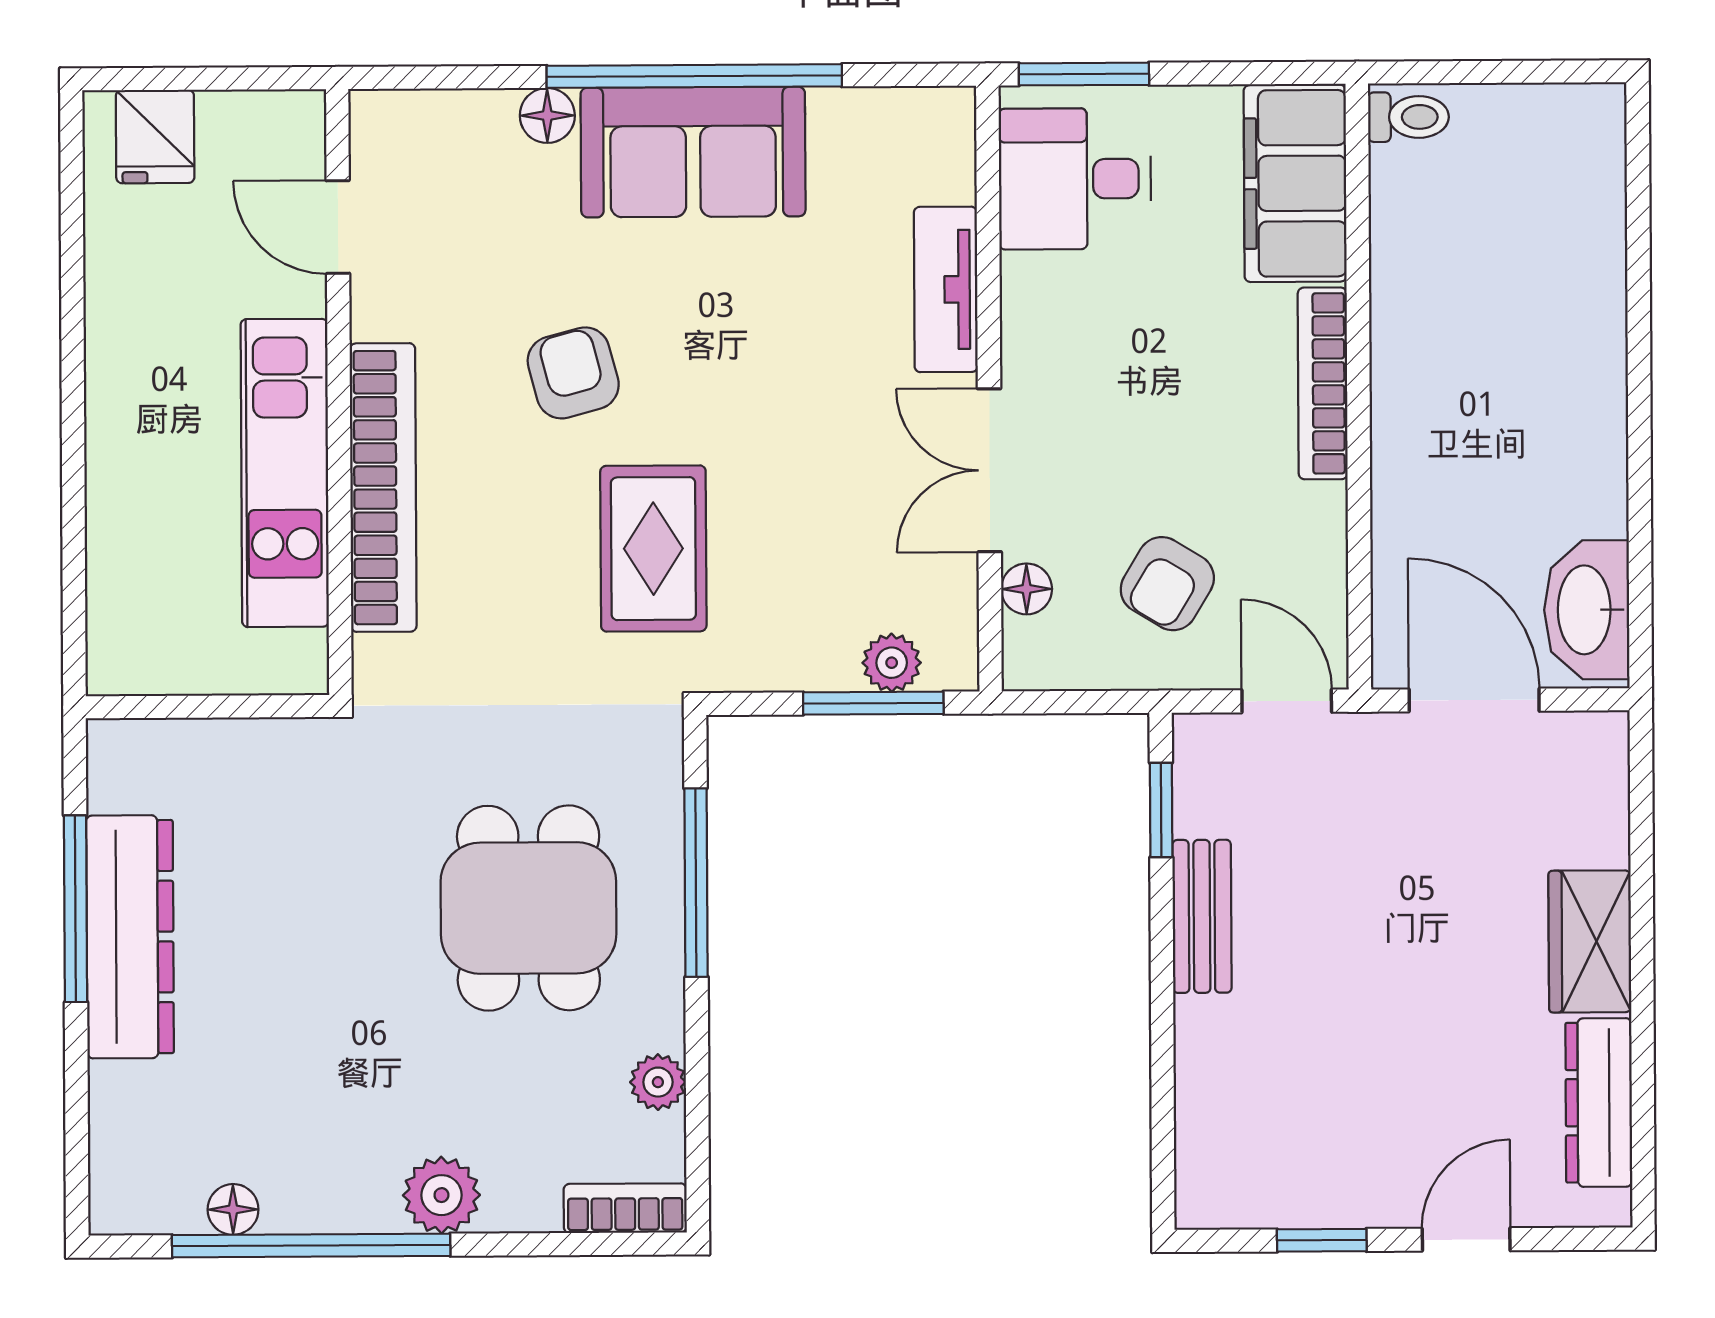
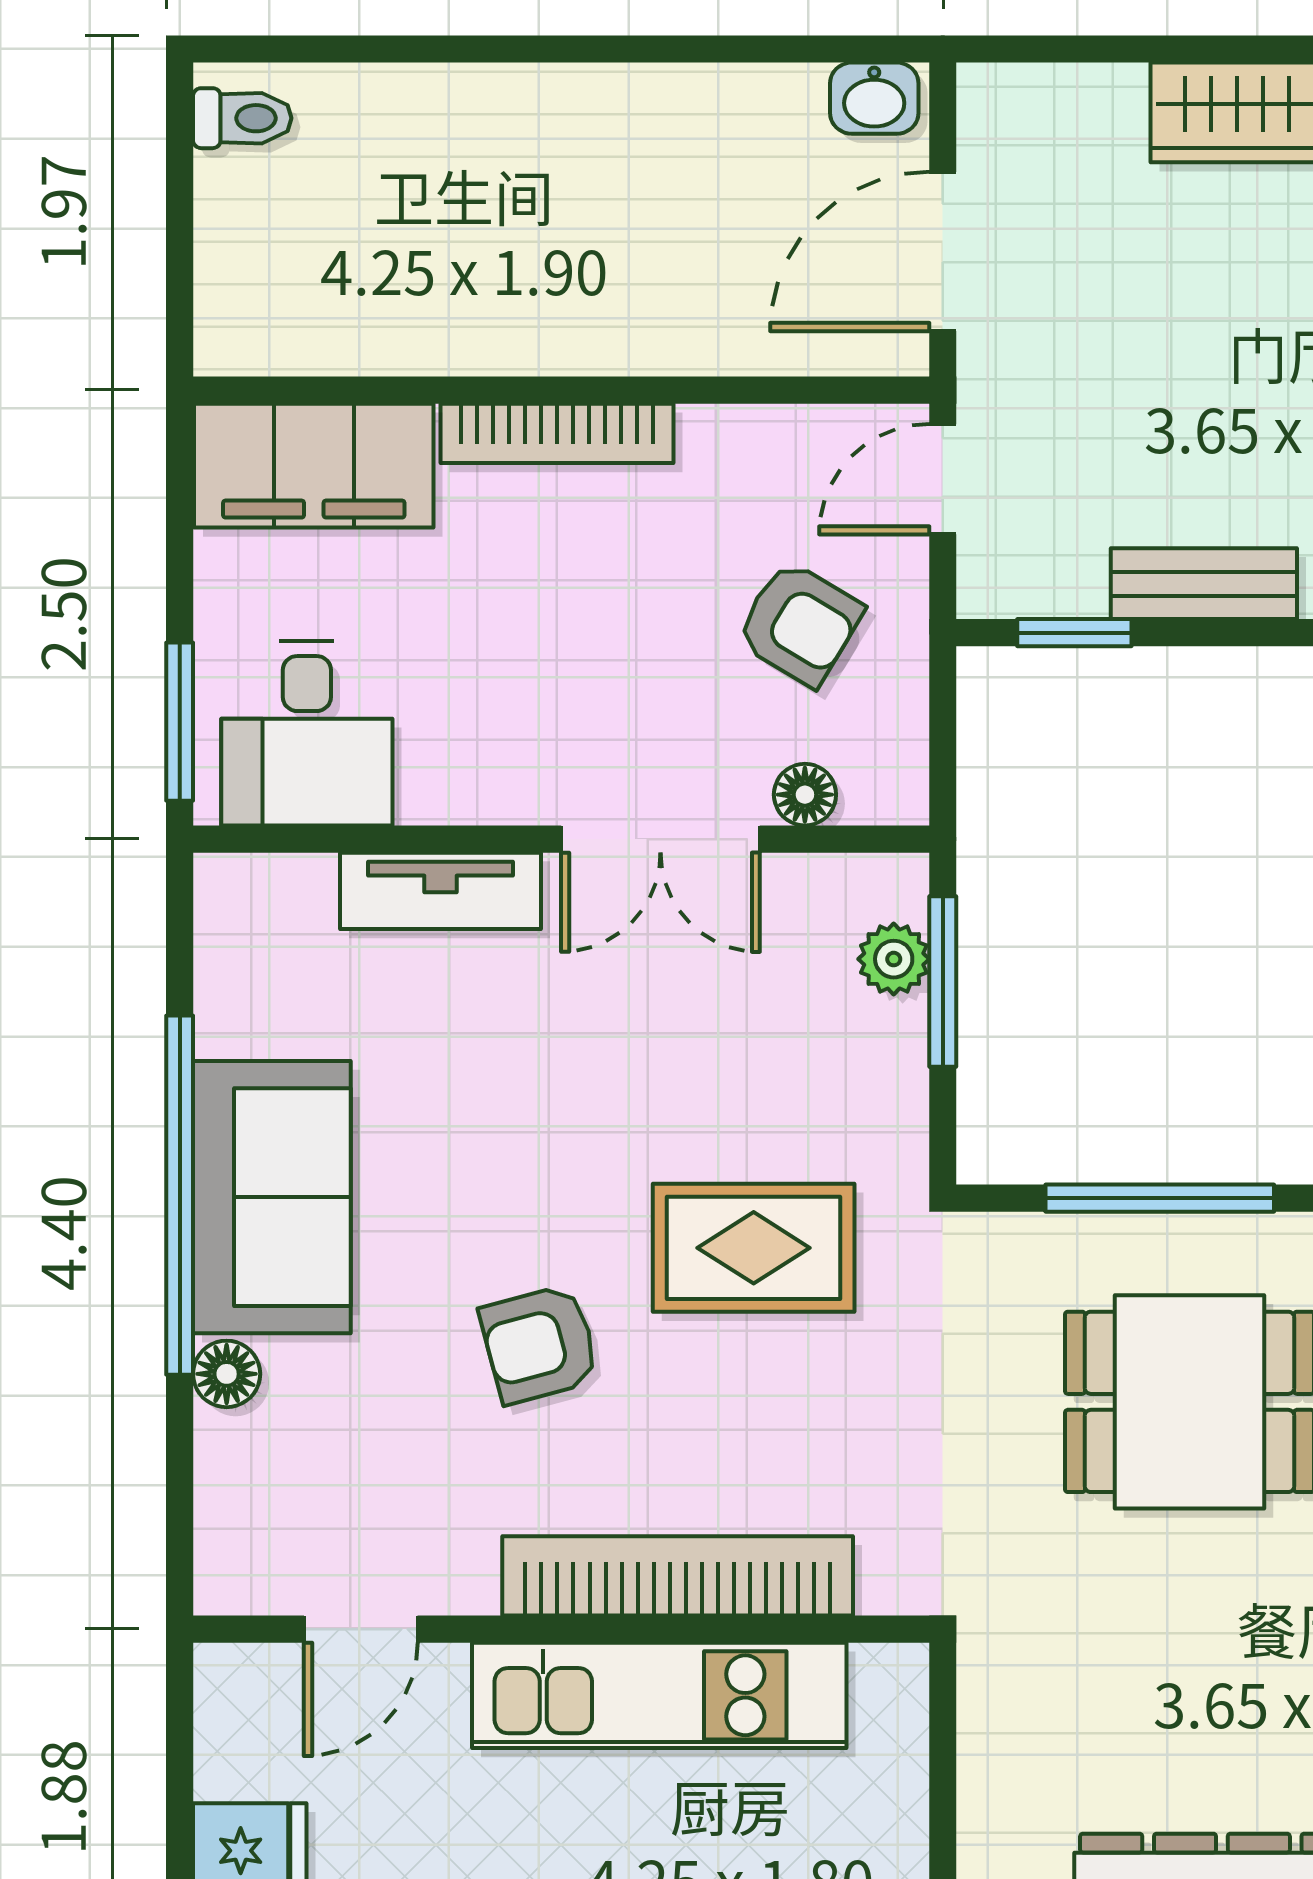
toilet: (1408, 117) -> (242, 118), moved, turned 90
washbasin: (1587, 610) -> (874, 98), width x0.52, depth x0.69

